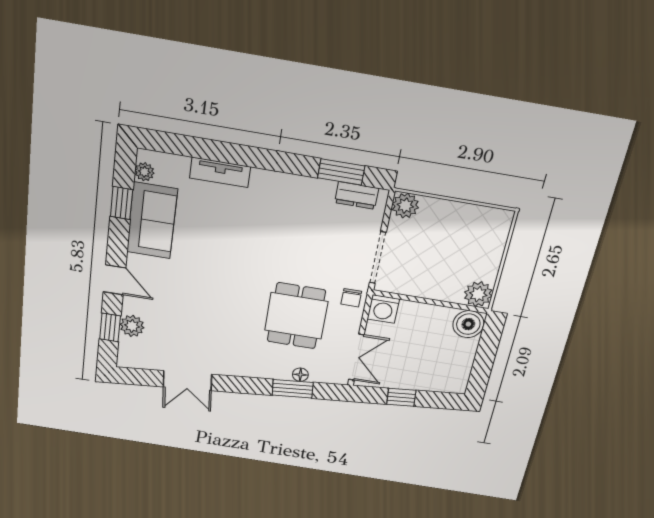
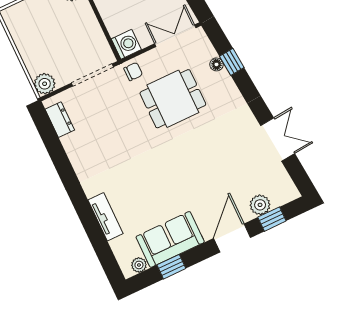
window: (341, 172) -> (51, 140), removed
door: (114, 280) -> (232, 238), width x1.38
window: (293, 389) -> (232, 62), width x0.67

